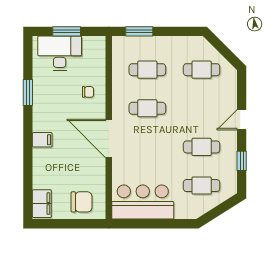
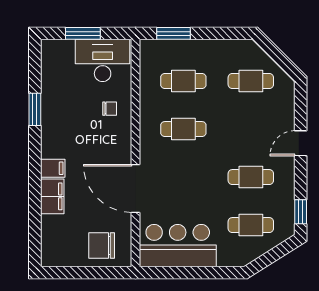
desk: (60, 53) -> (103, 60), moved
door: (109, 139) -> (135, 188), moved
window: (242, 161) -> (301, 212), moved
chair: (82, 202) -> (102, 245), turned 180
filing cabinet: (42, 204) -> (52, 196), moved

